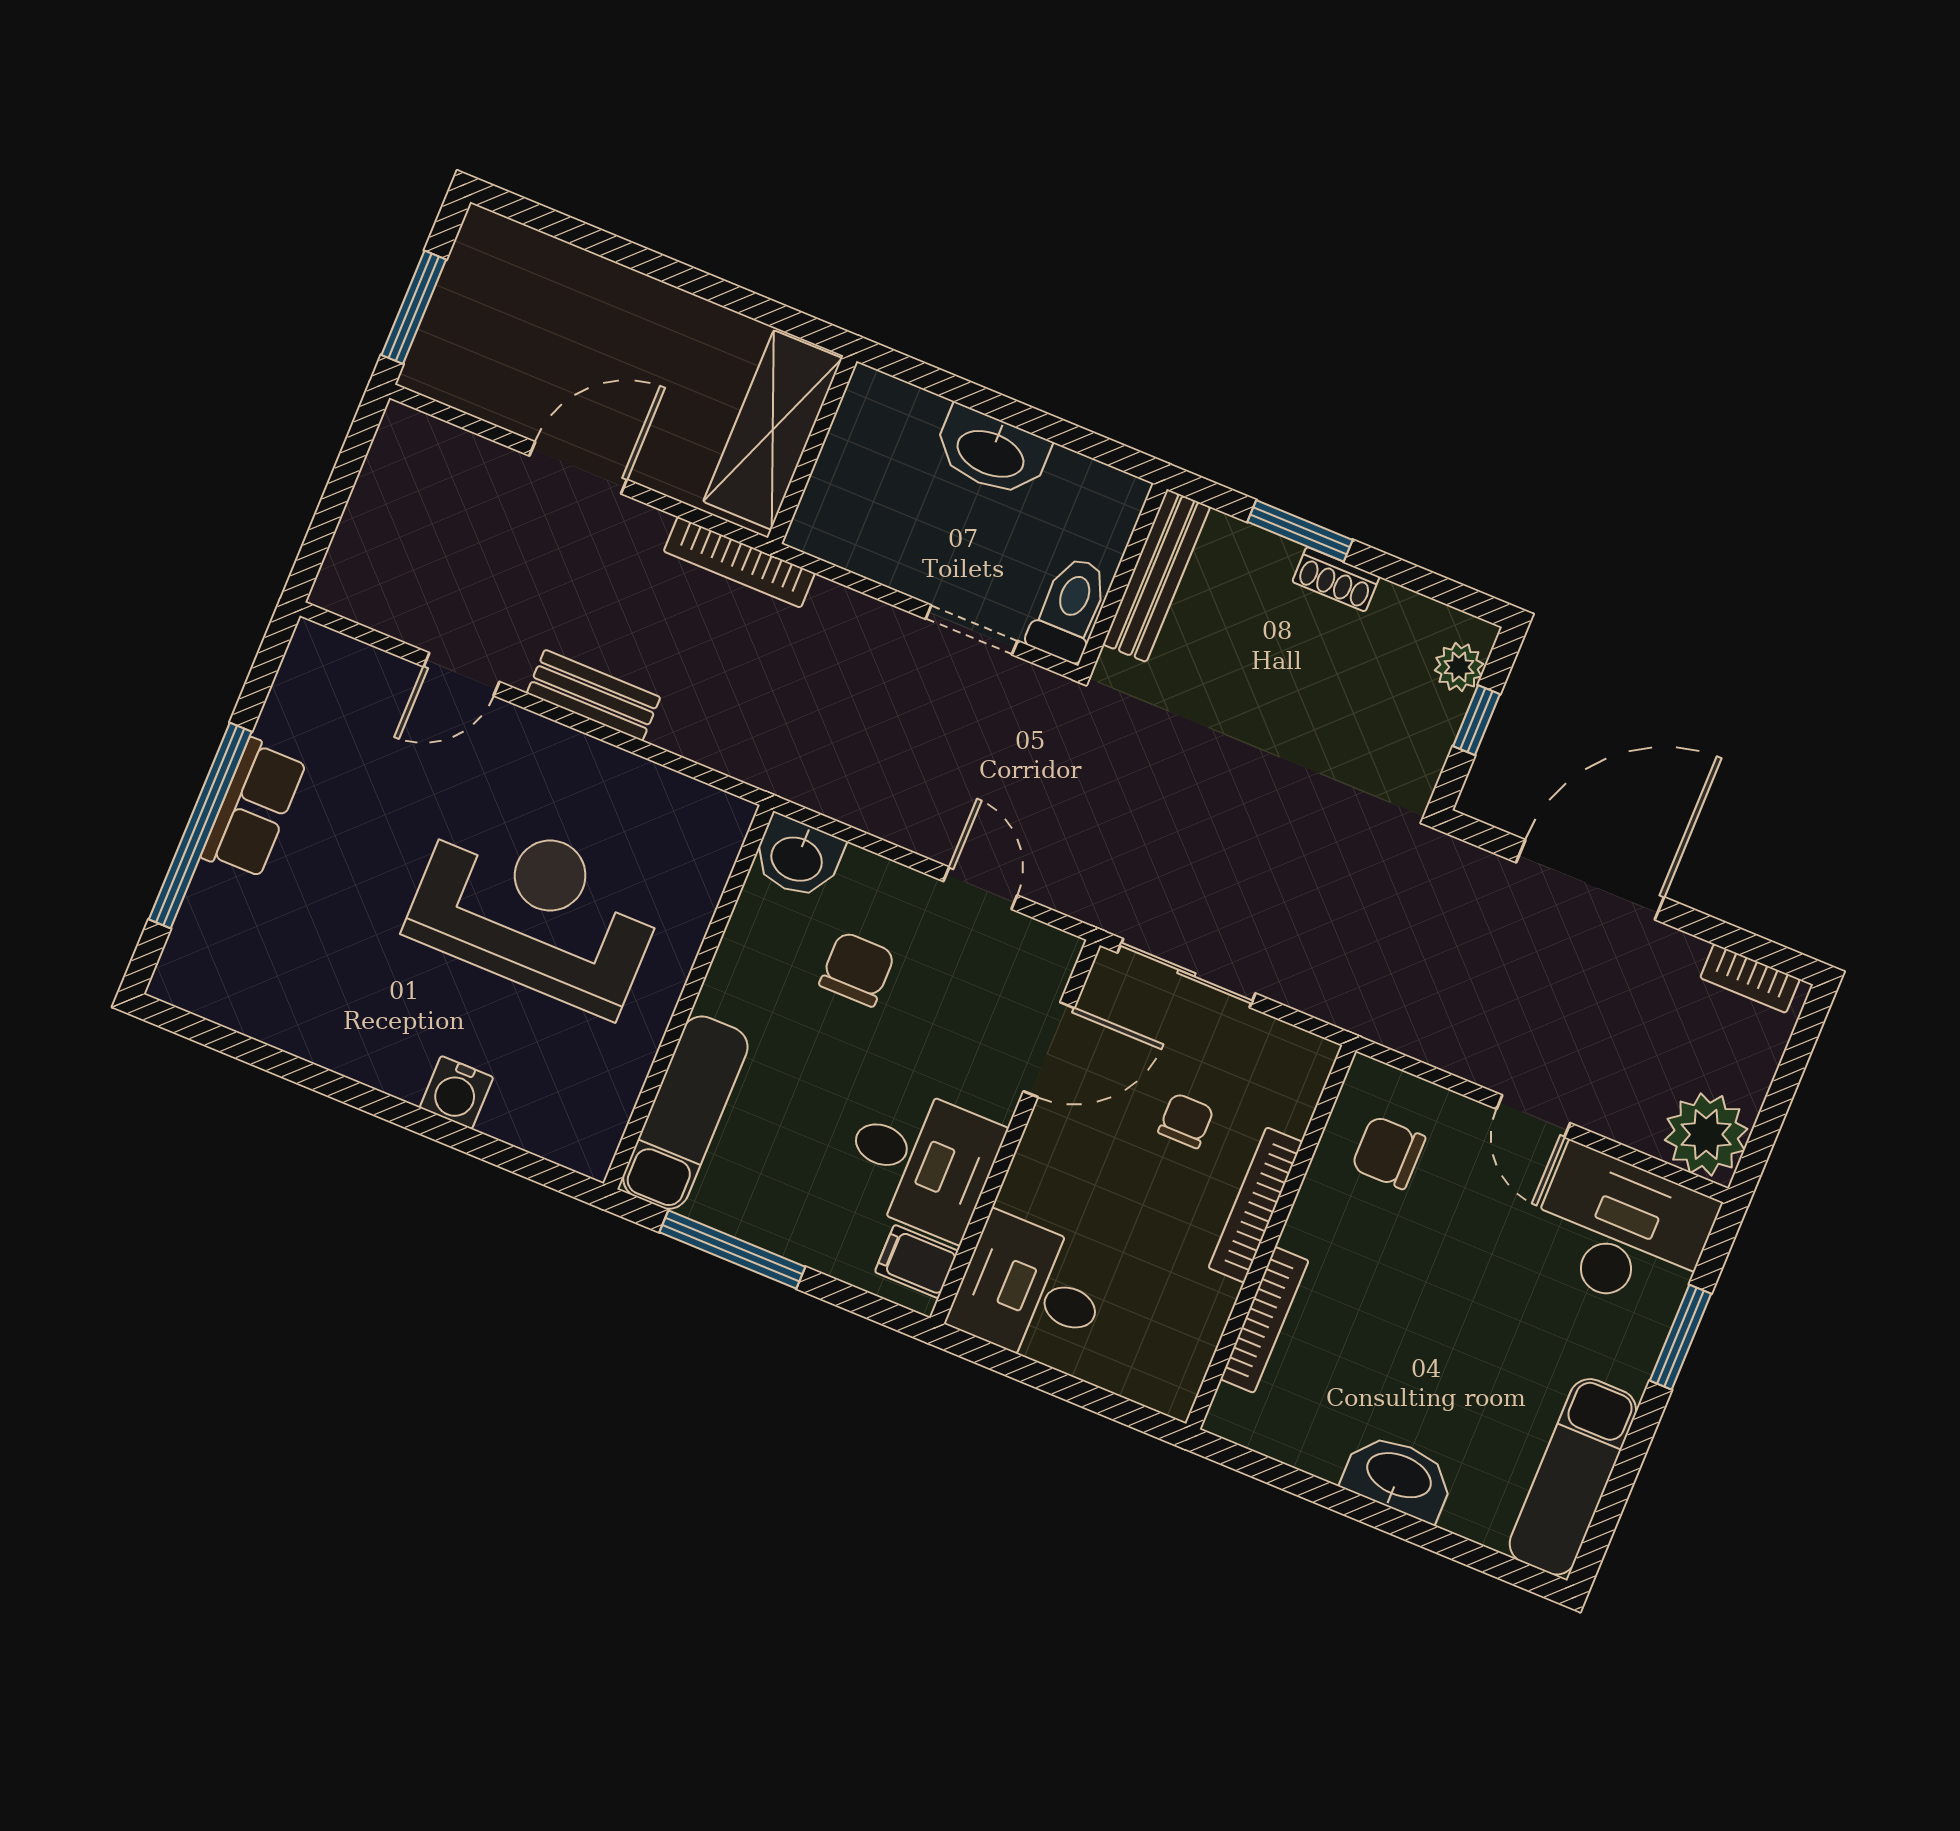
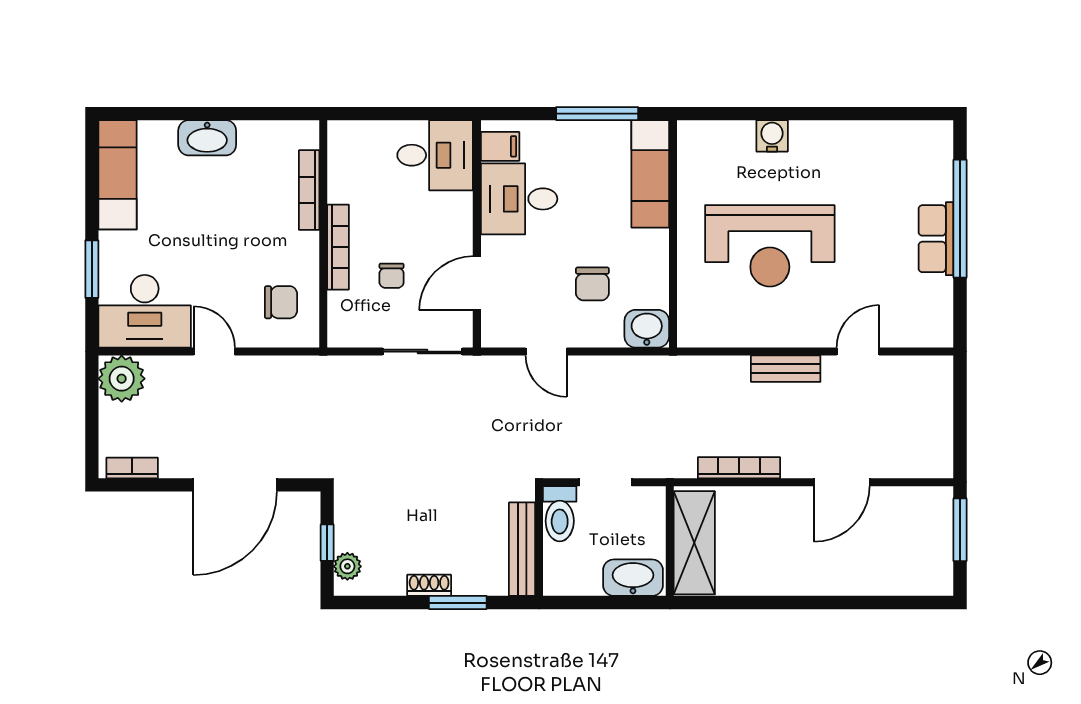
shelving: (773, 430) -> (694, 543), moved
wall: (812, 450) -> (670, 541), moved

